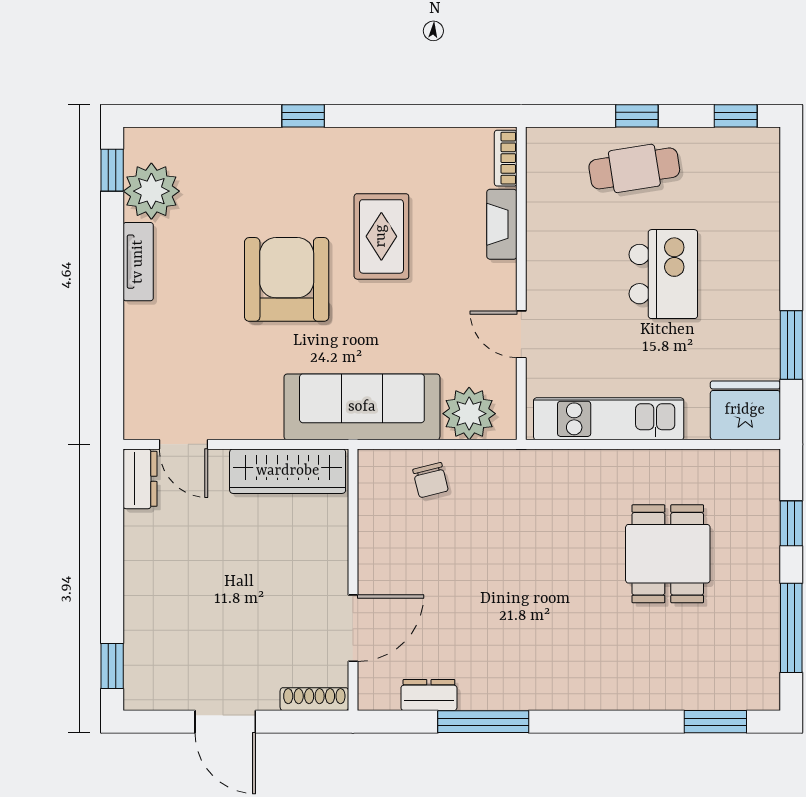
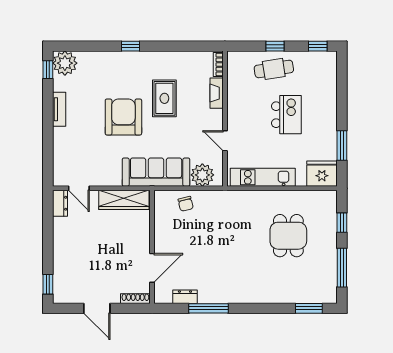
plant: (151, 191) -> (65, 63), moved

